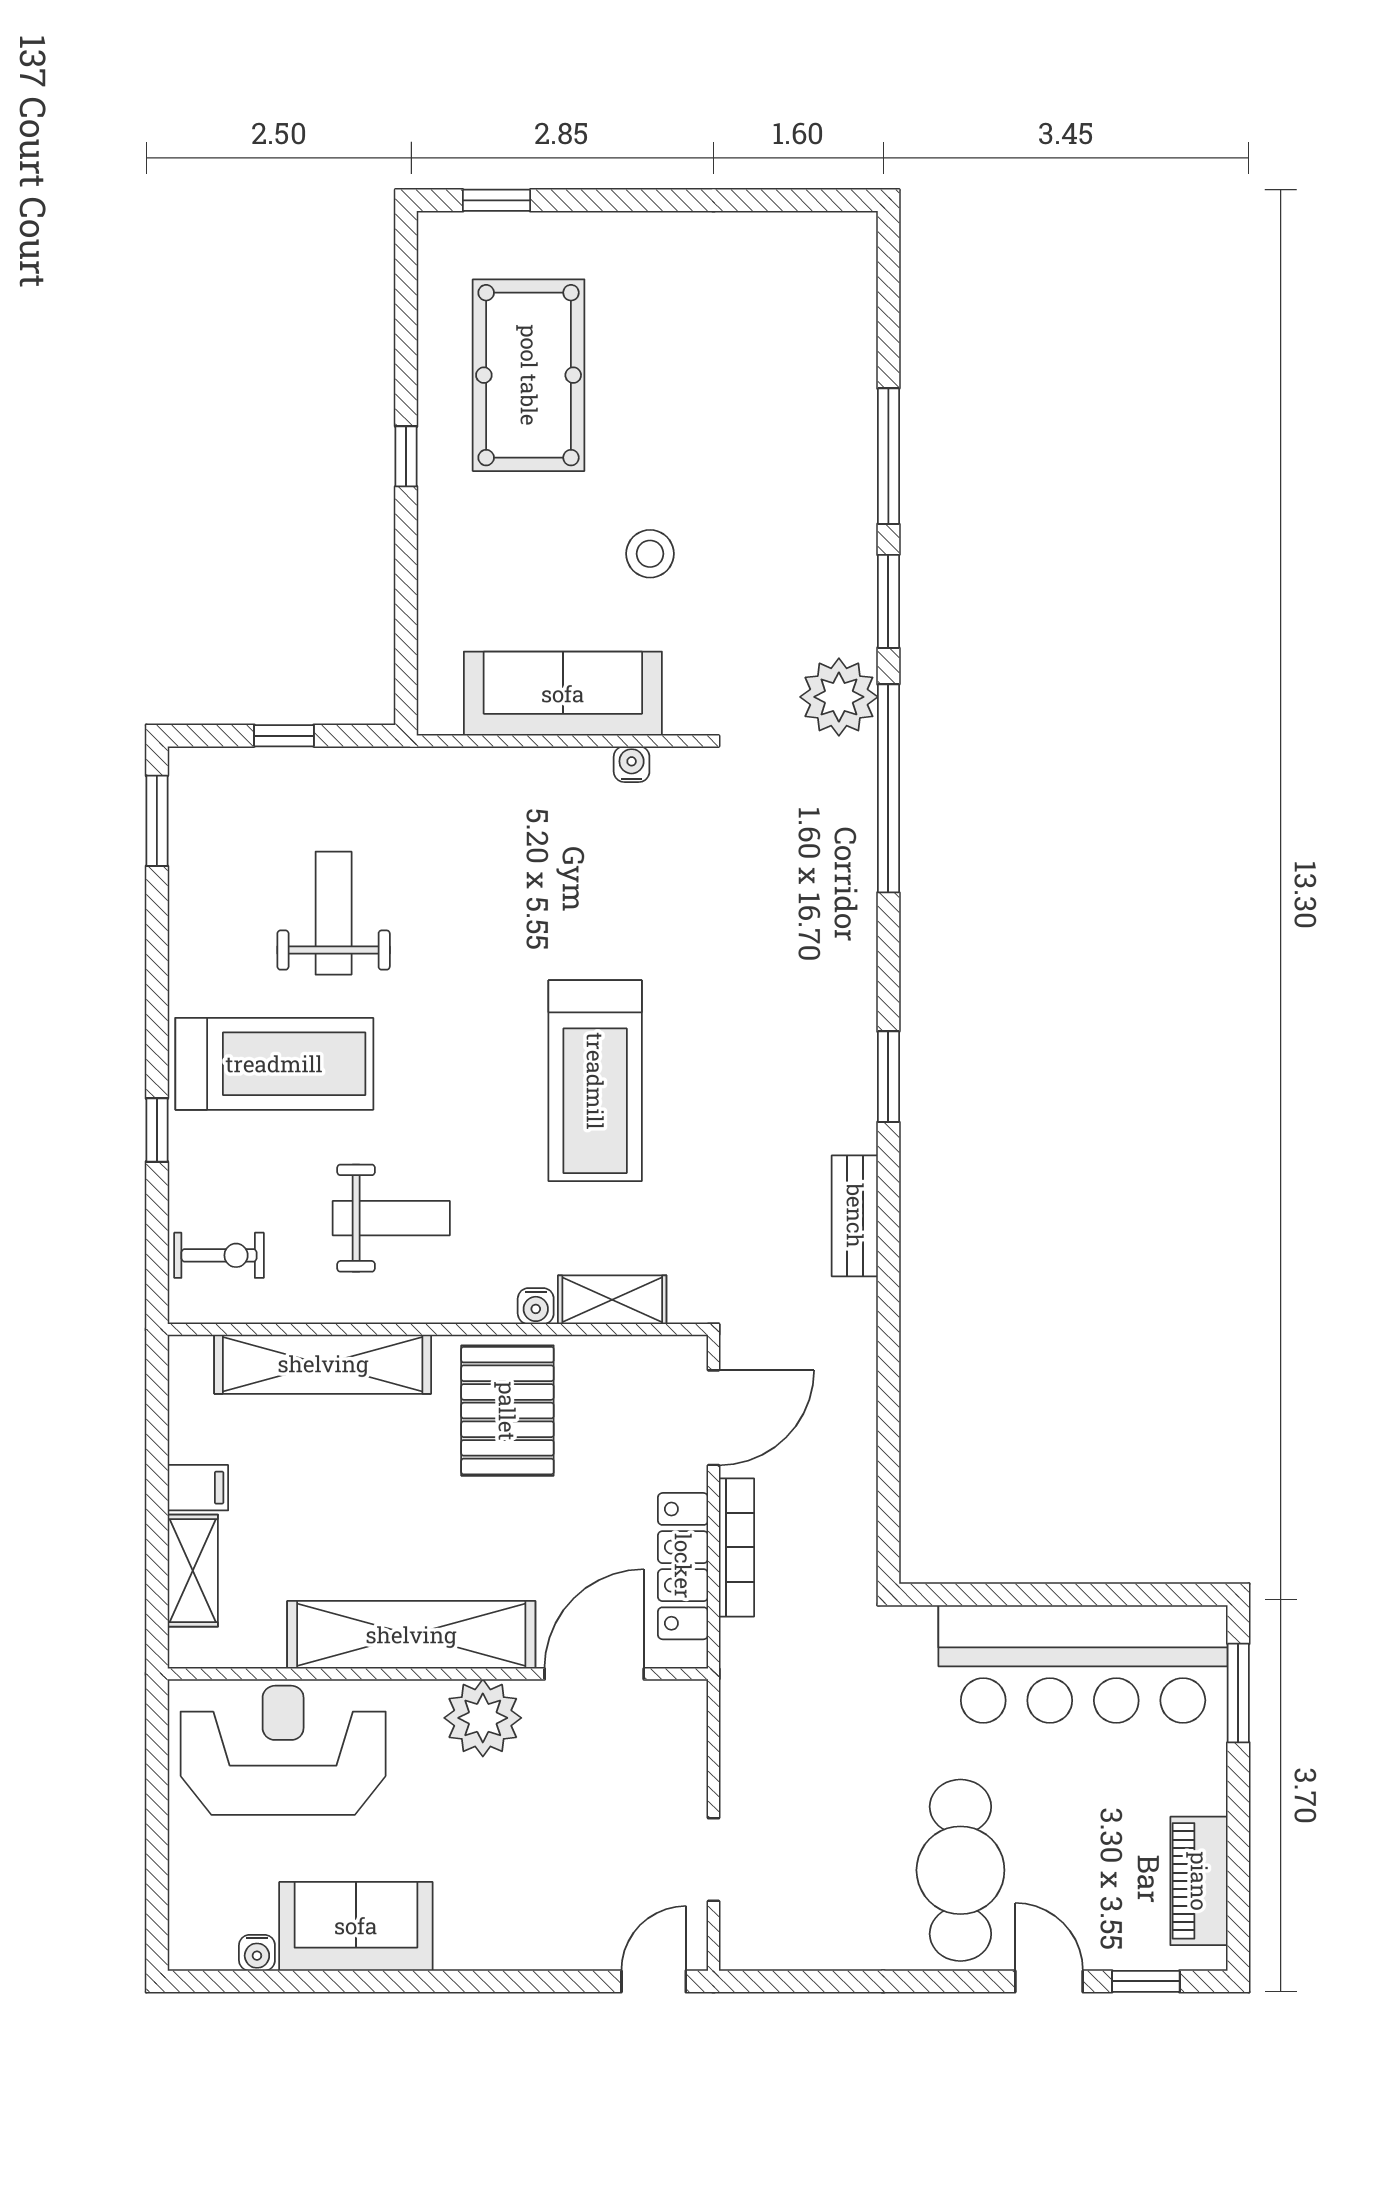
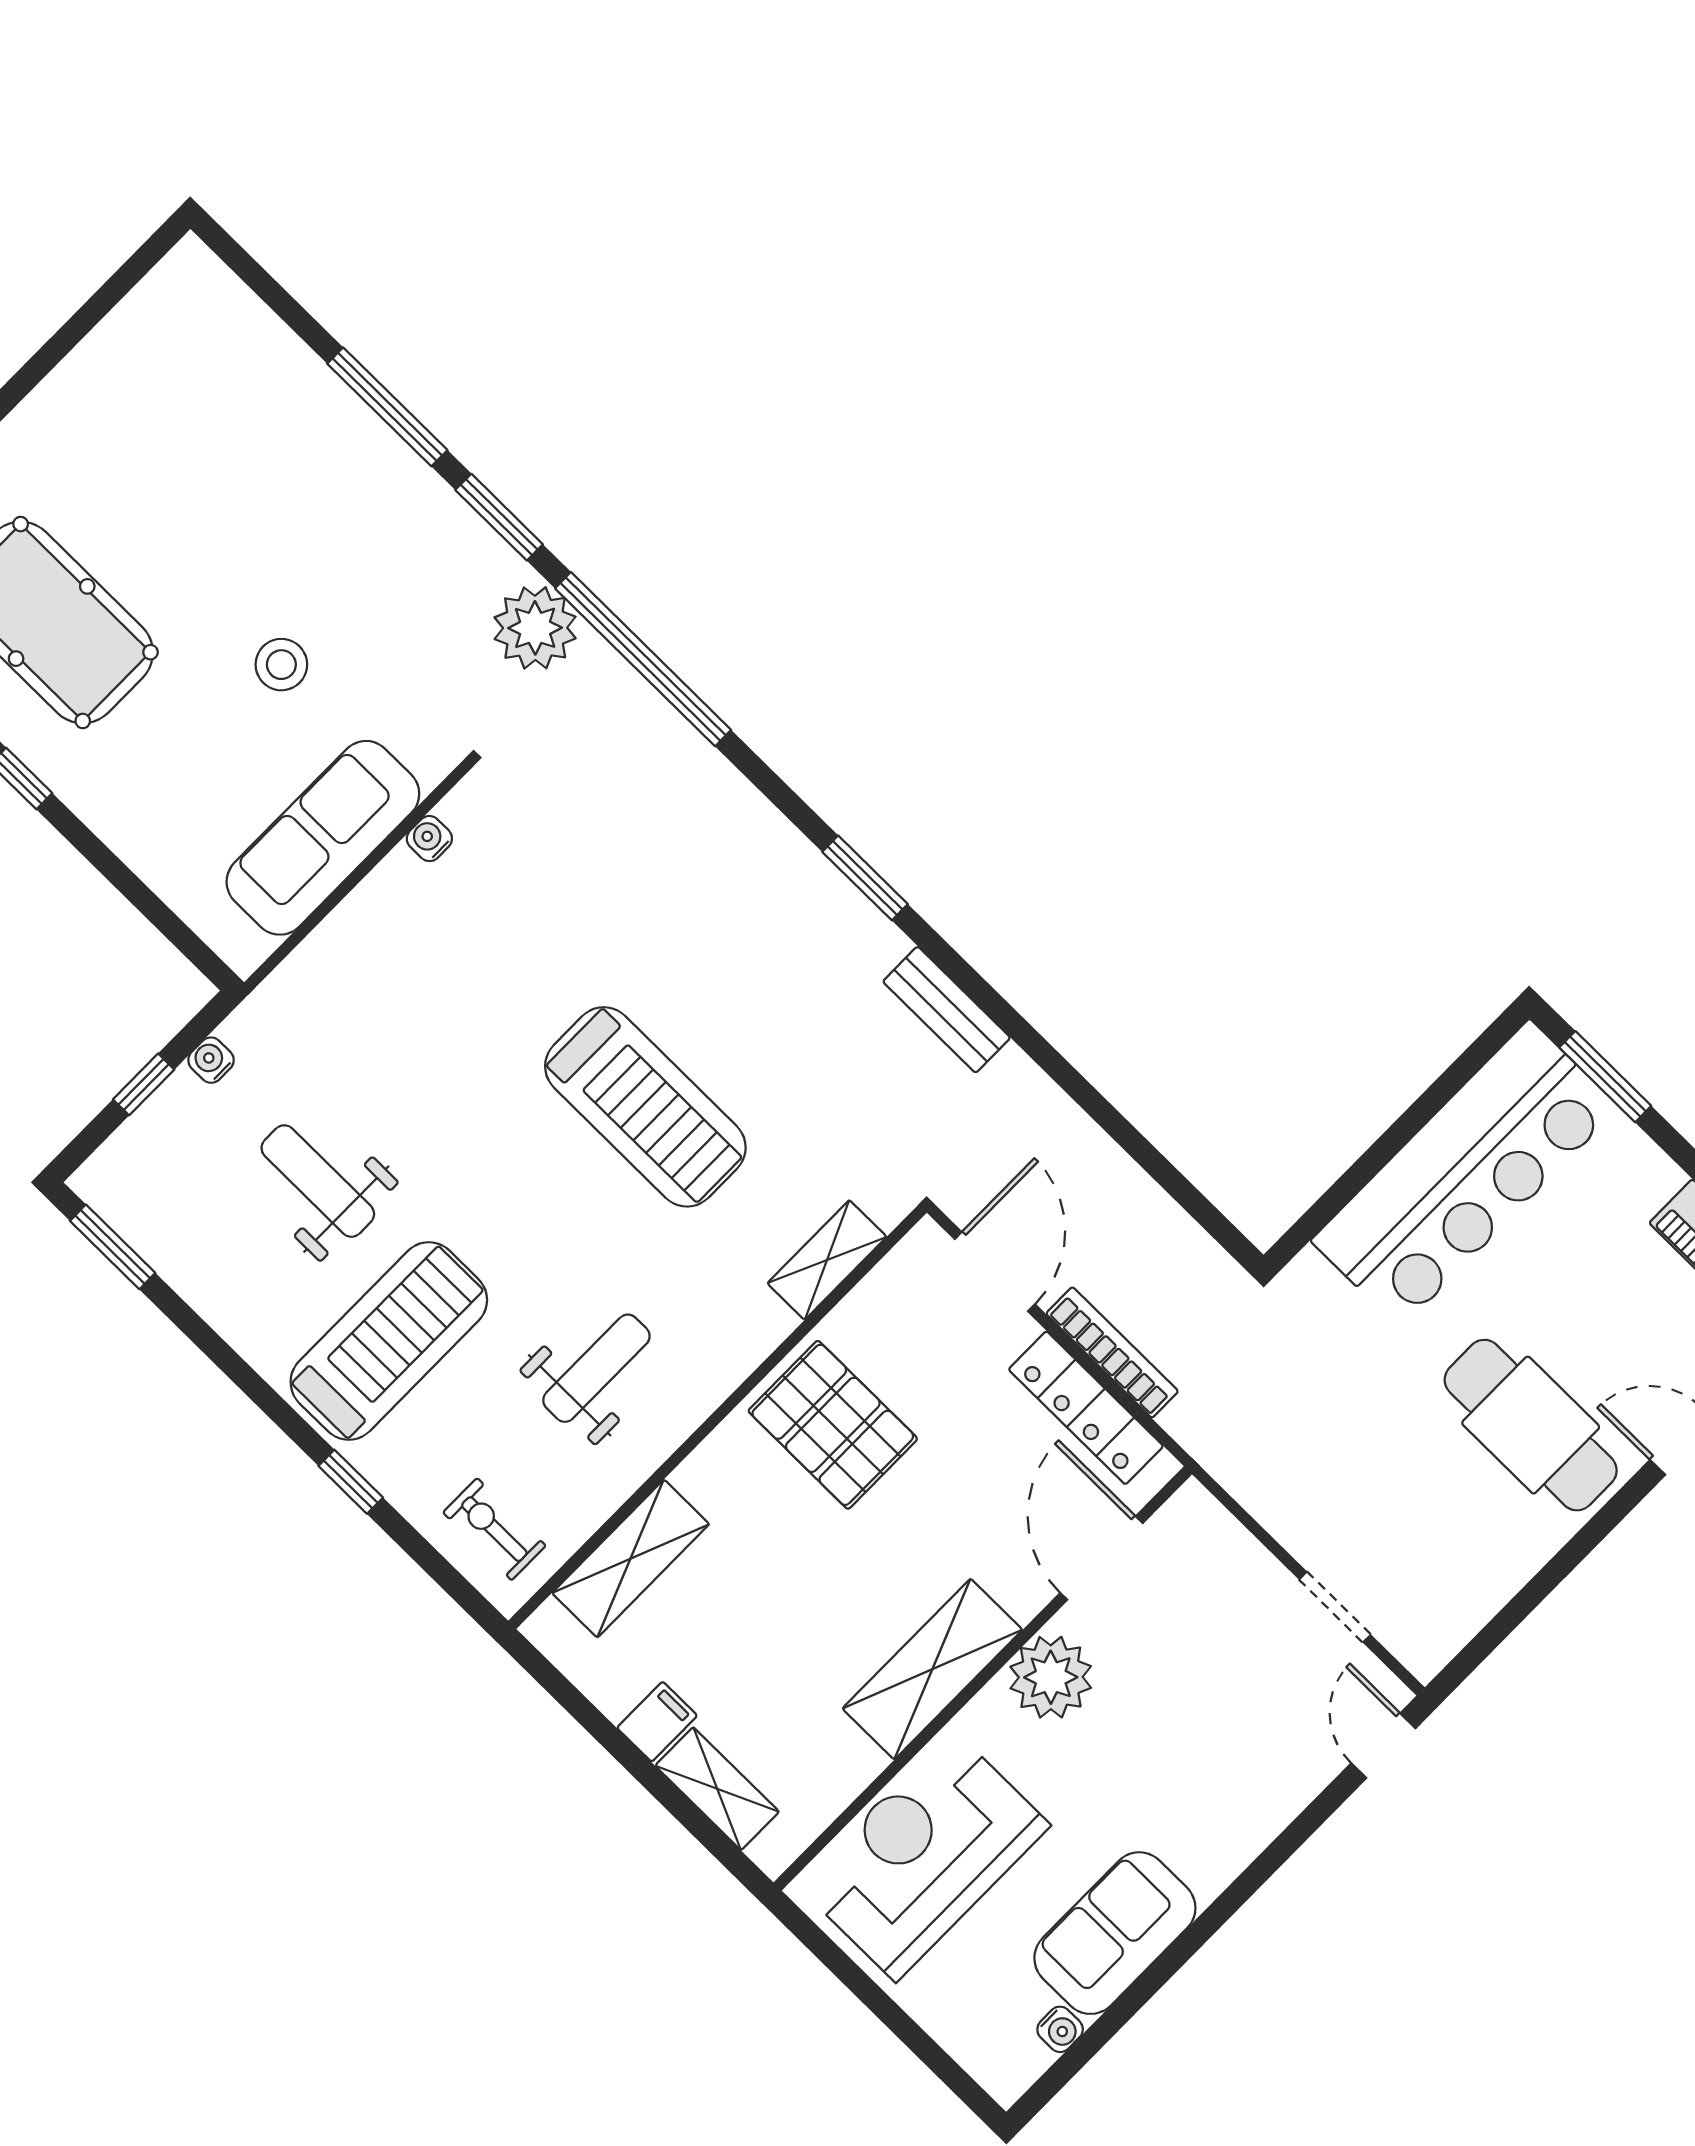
exercise bike: (219, 1255) -> (494, 1529), turned -90
water cooler: (536, 1306) -> (211, 1060), moved, turned 180
shelving: (323, 1364) -> (631, 1559), width x0.68
shelving: (411, 1635) -> (932, 1669), width x0.68

